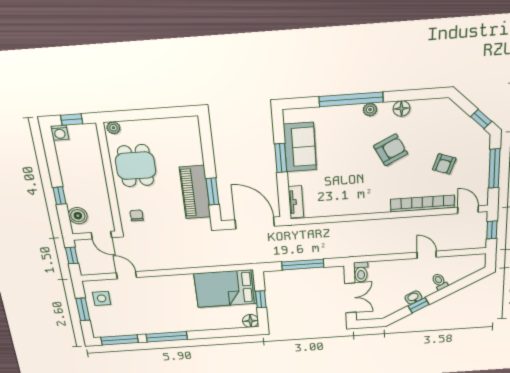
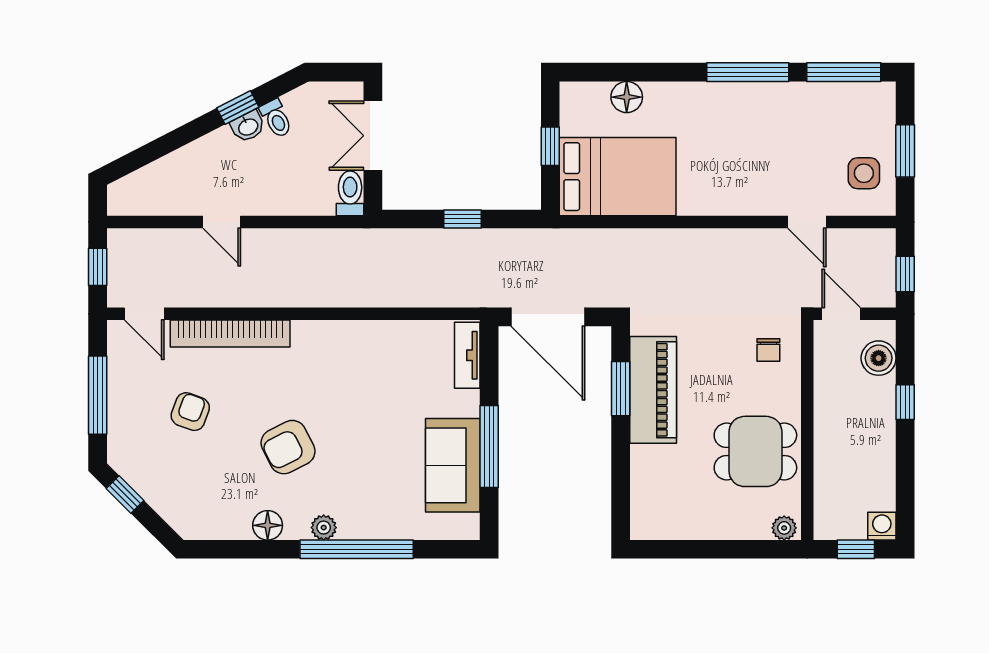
window: (281, 158) -> (489, 446), width x1.44
dining table: (136, 166) -> (755, 451), turned 90
window: (303, 265) -> (462, 219), width x0.46
toilet: (440, 282) -> (276, 118), moved
floor lamp: (250, 321) -> (627, 97), moved

